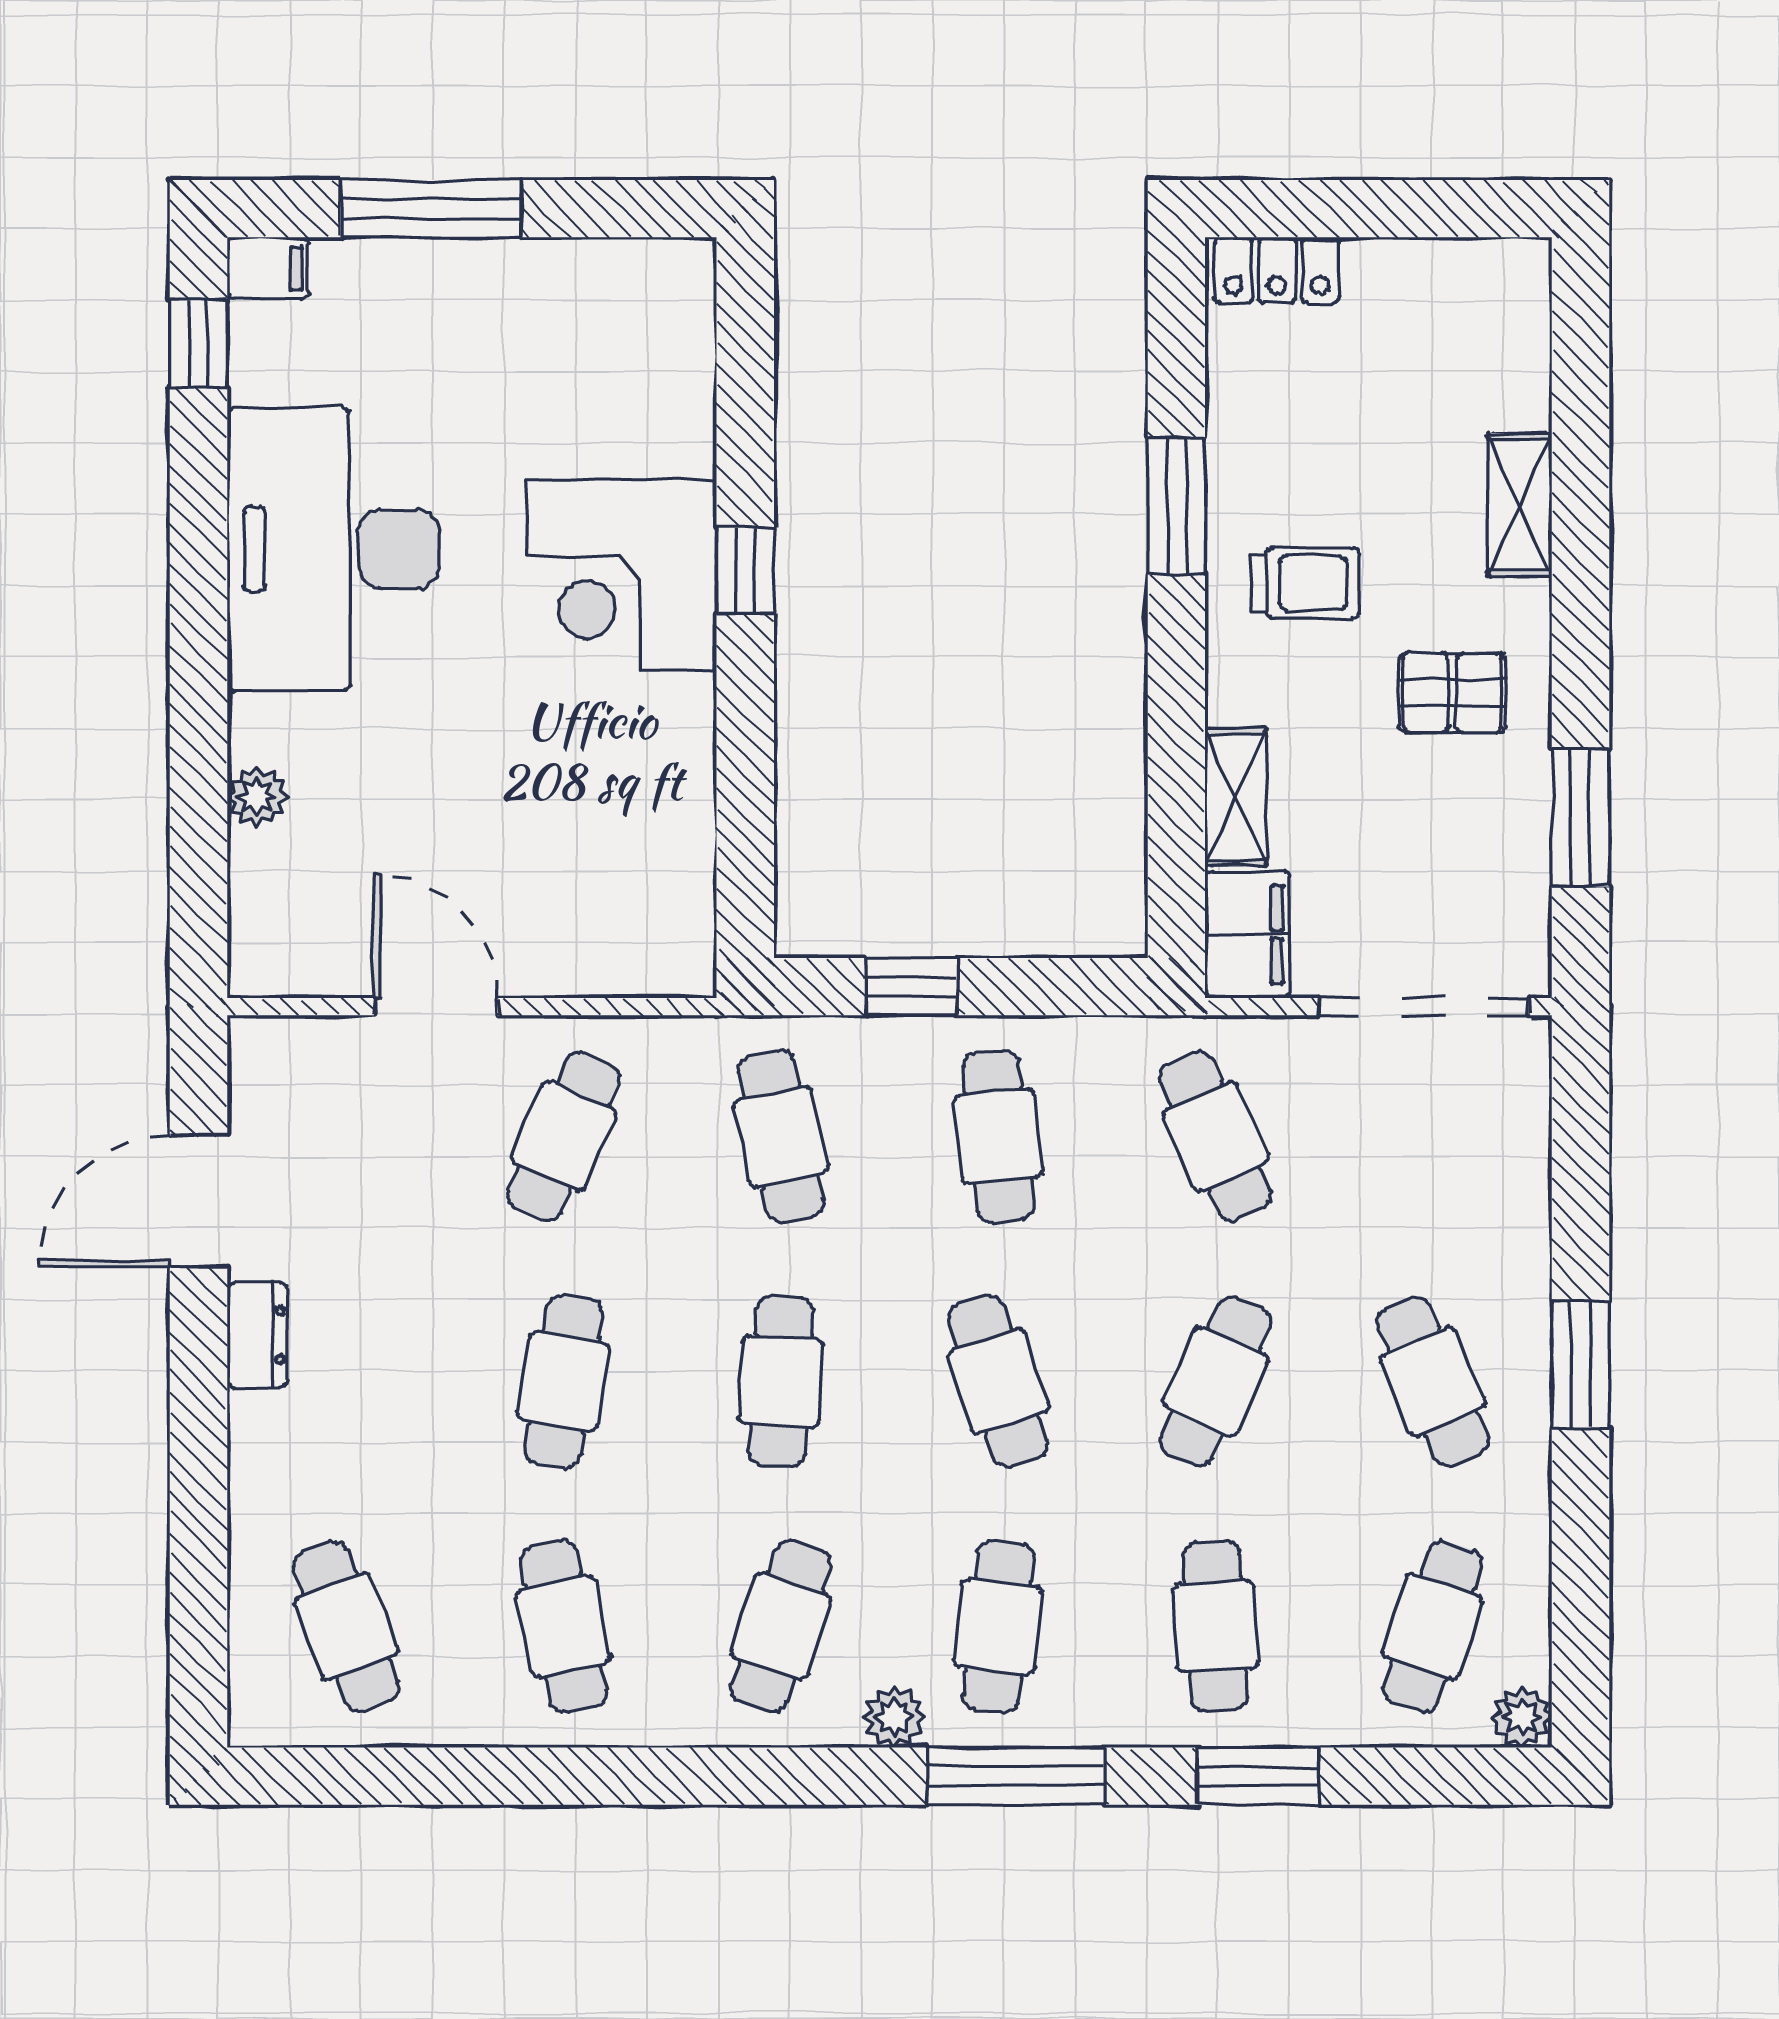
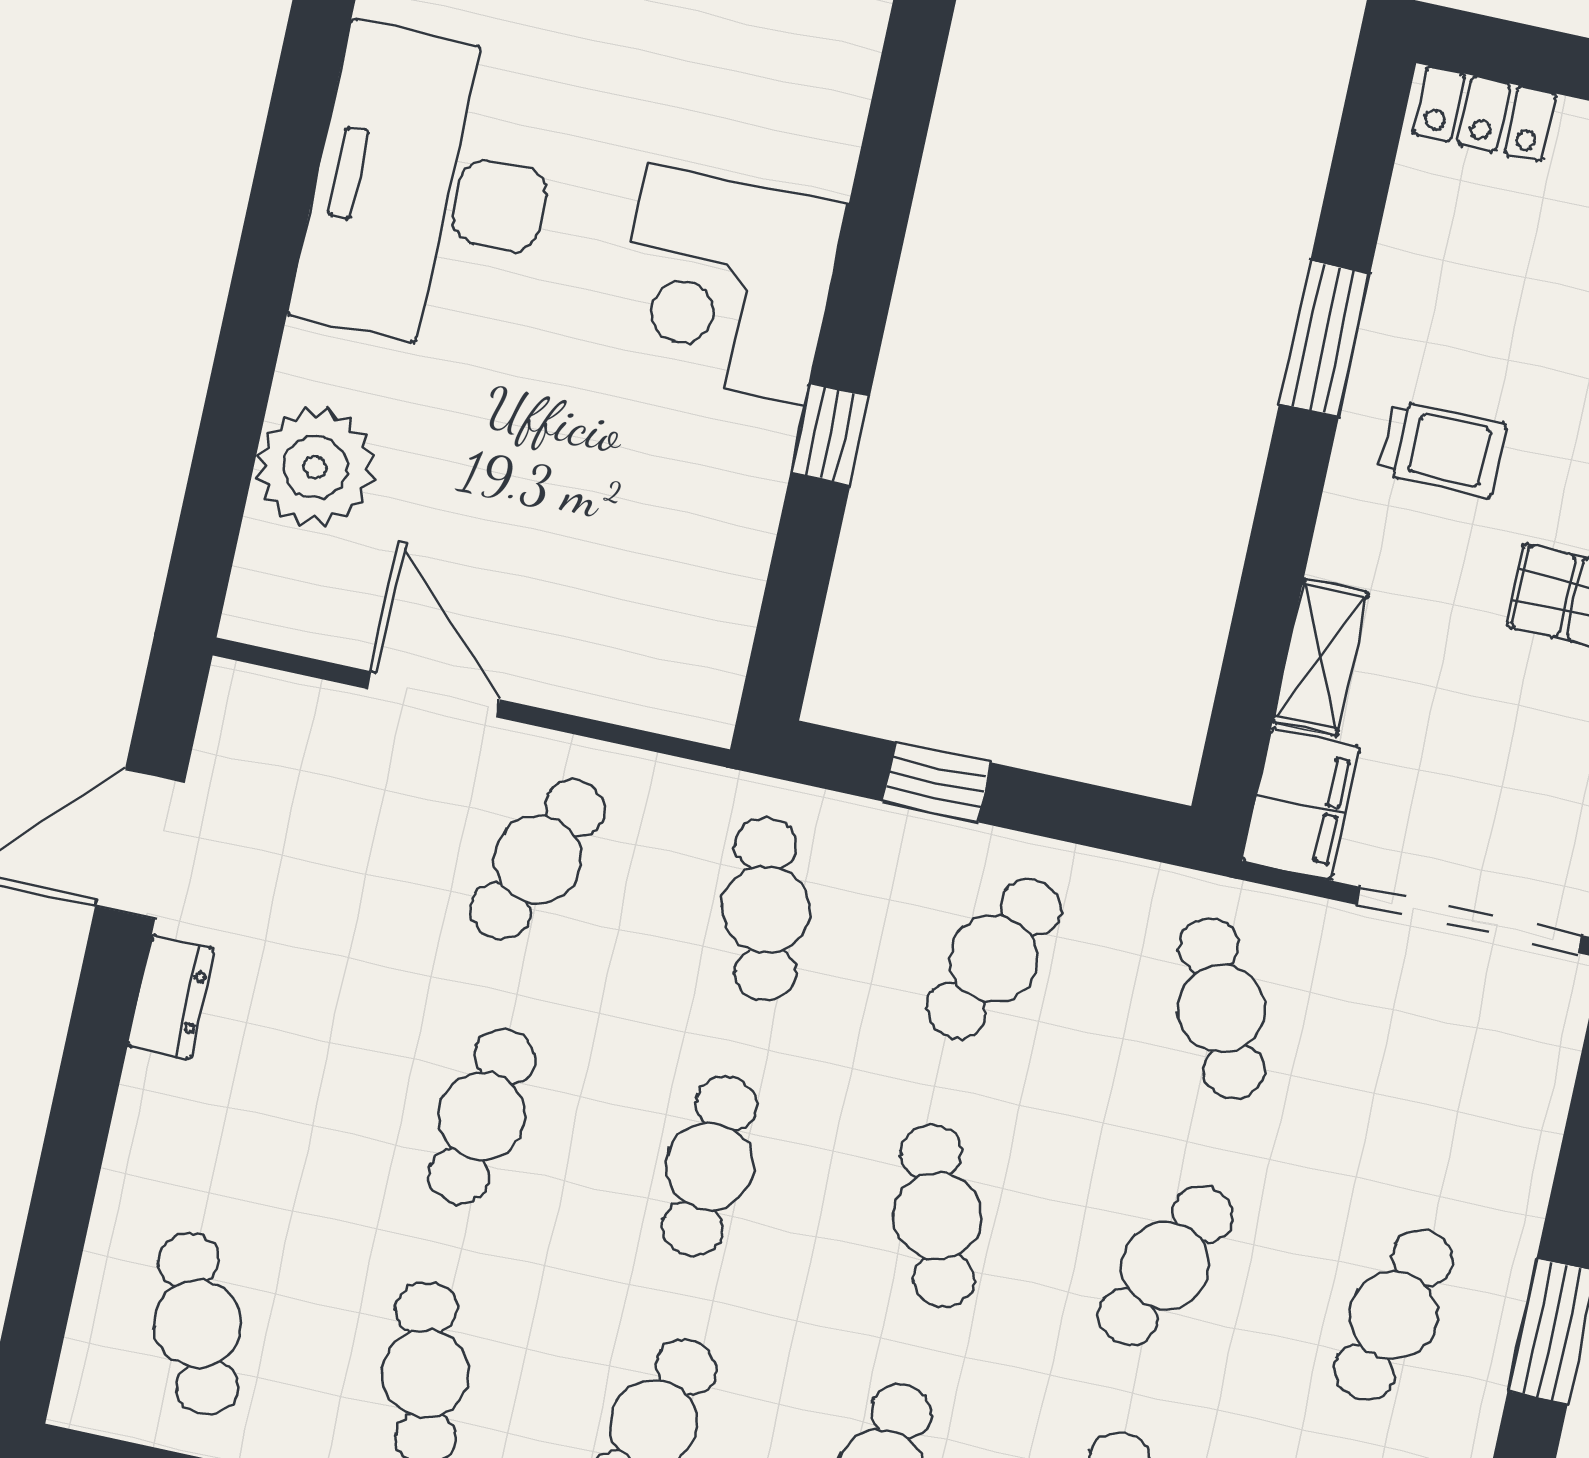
window: (745, 570) -> (830, 434), moved
plant: (257, 797) -> (315, 467), width x1.88, depth x1.88
cafe table: (998, 1136) -> (993, 959), turned 30
cafe table: (1433, 1381) -> (1393, 1315), turned 39

